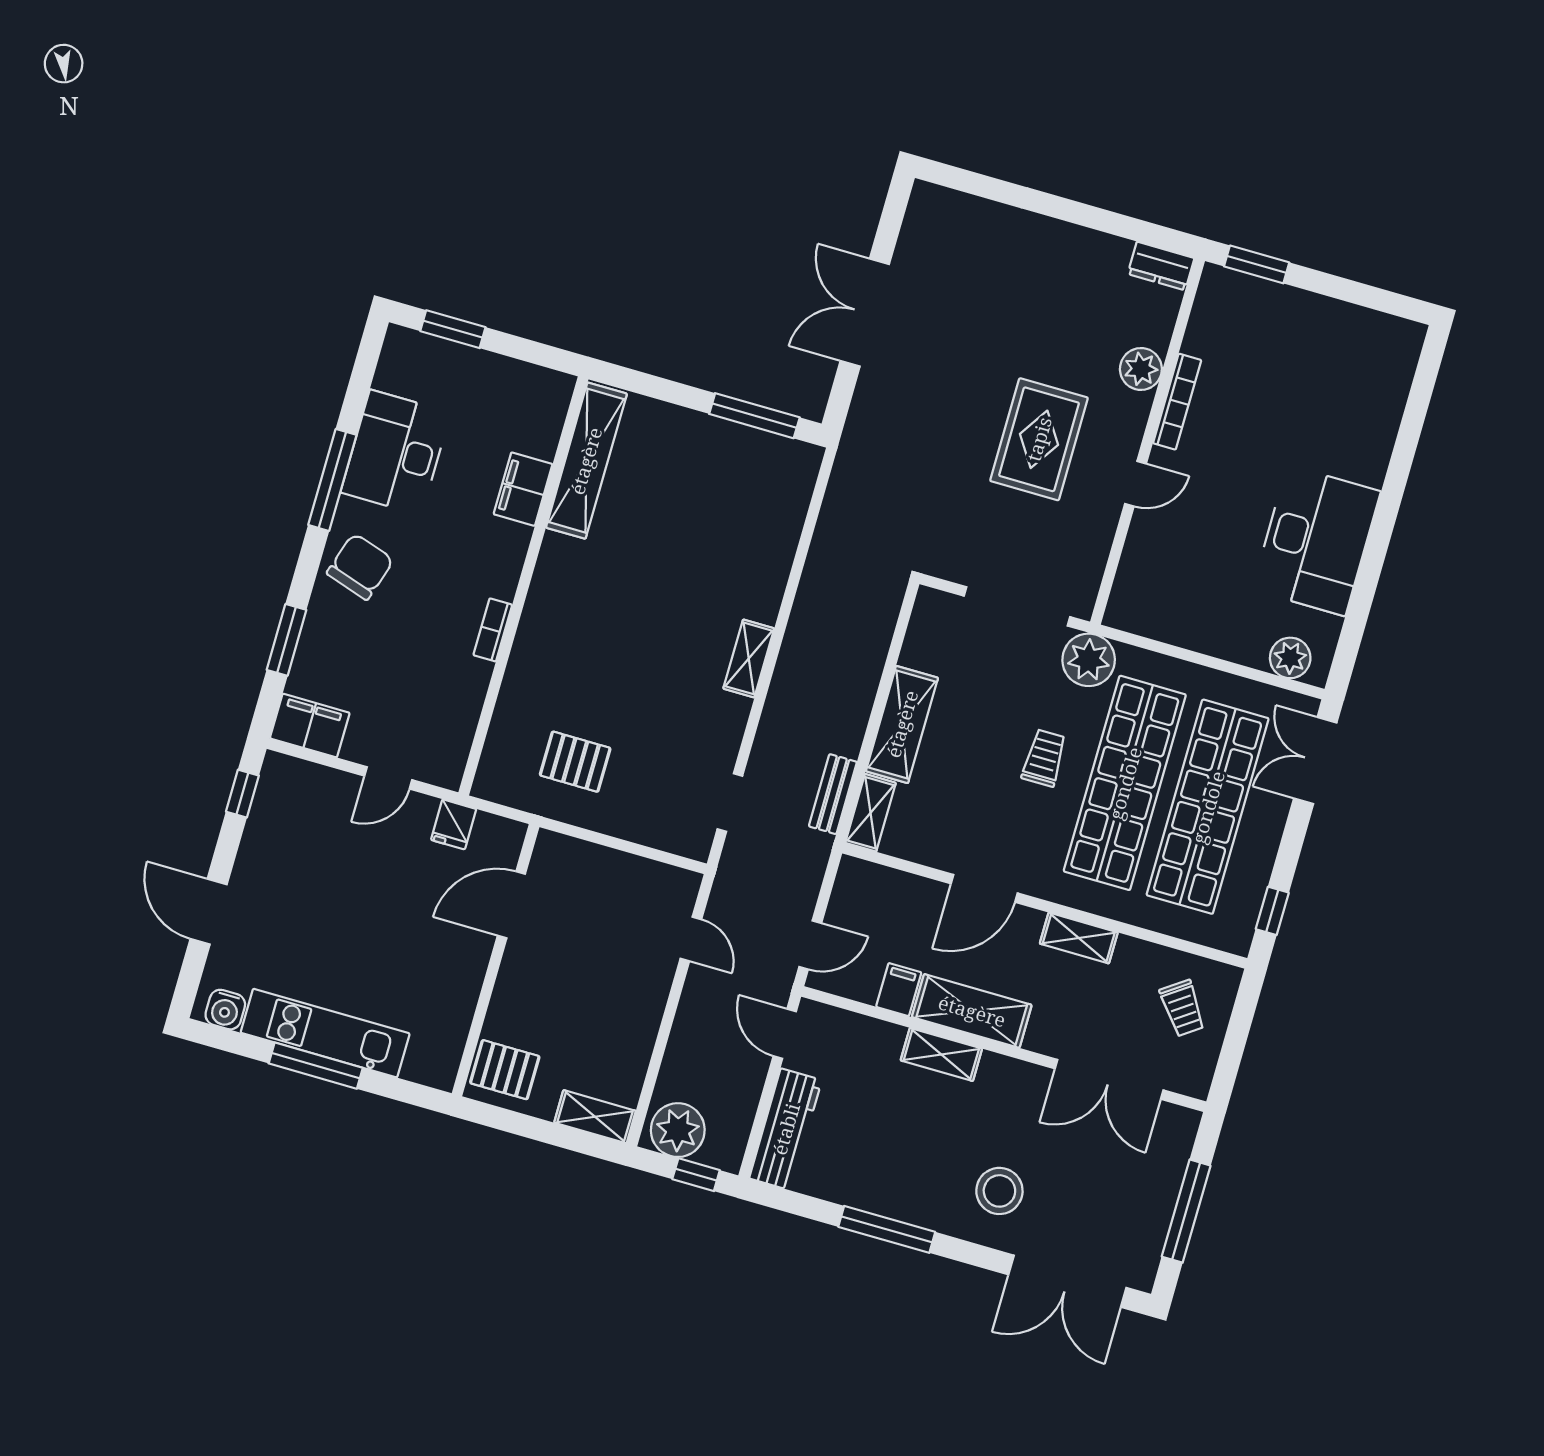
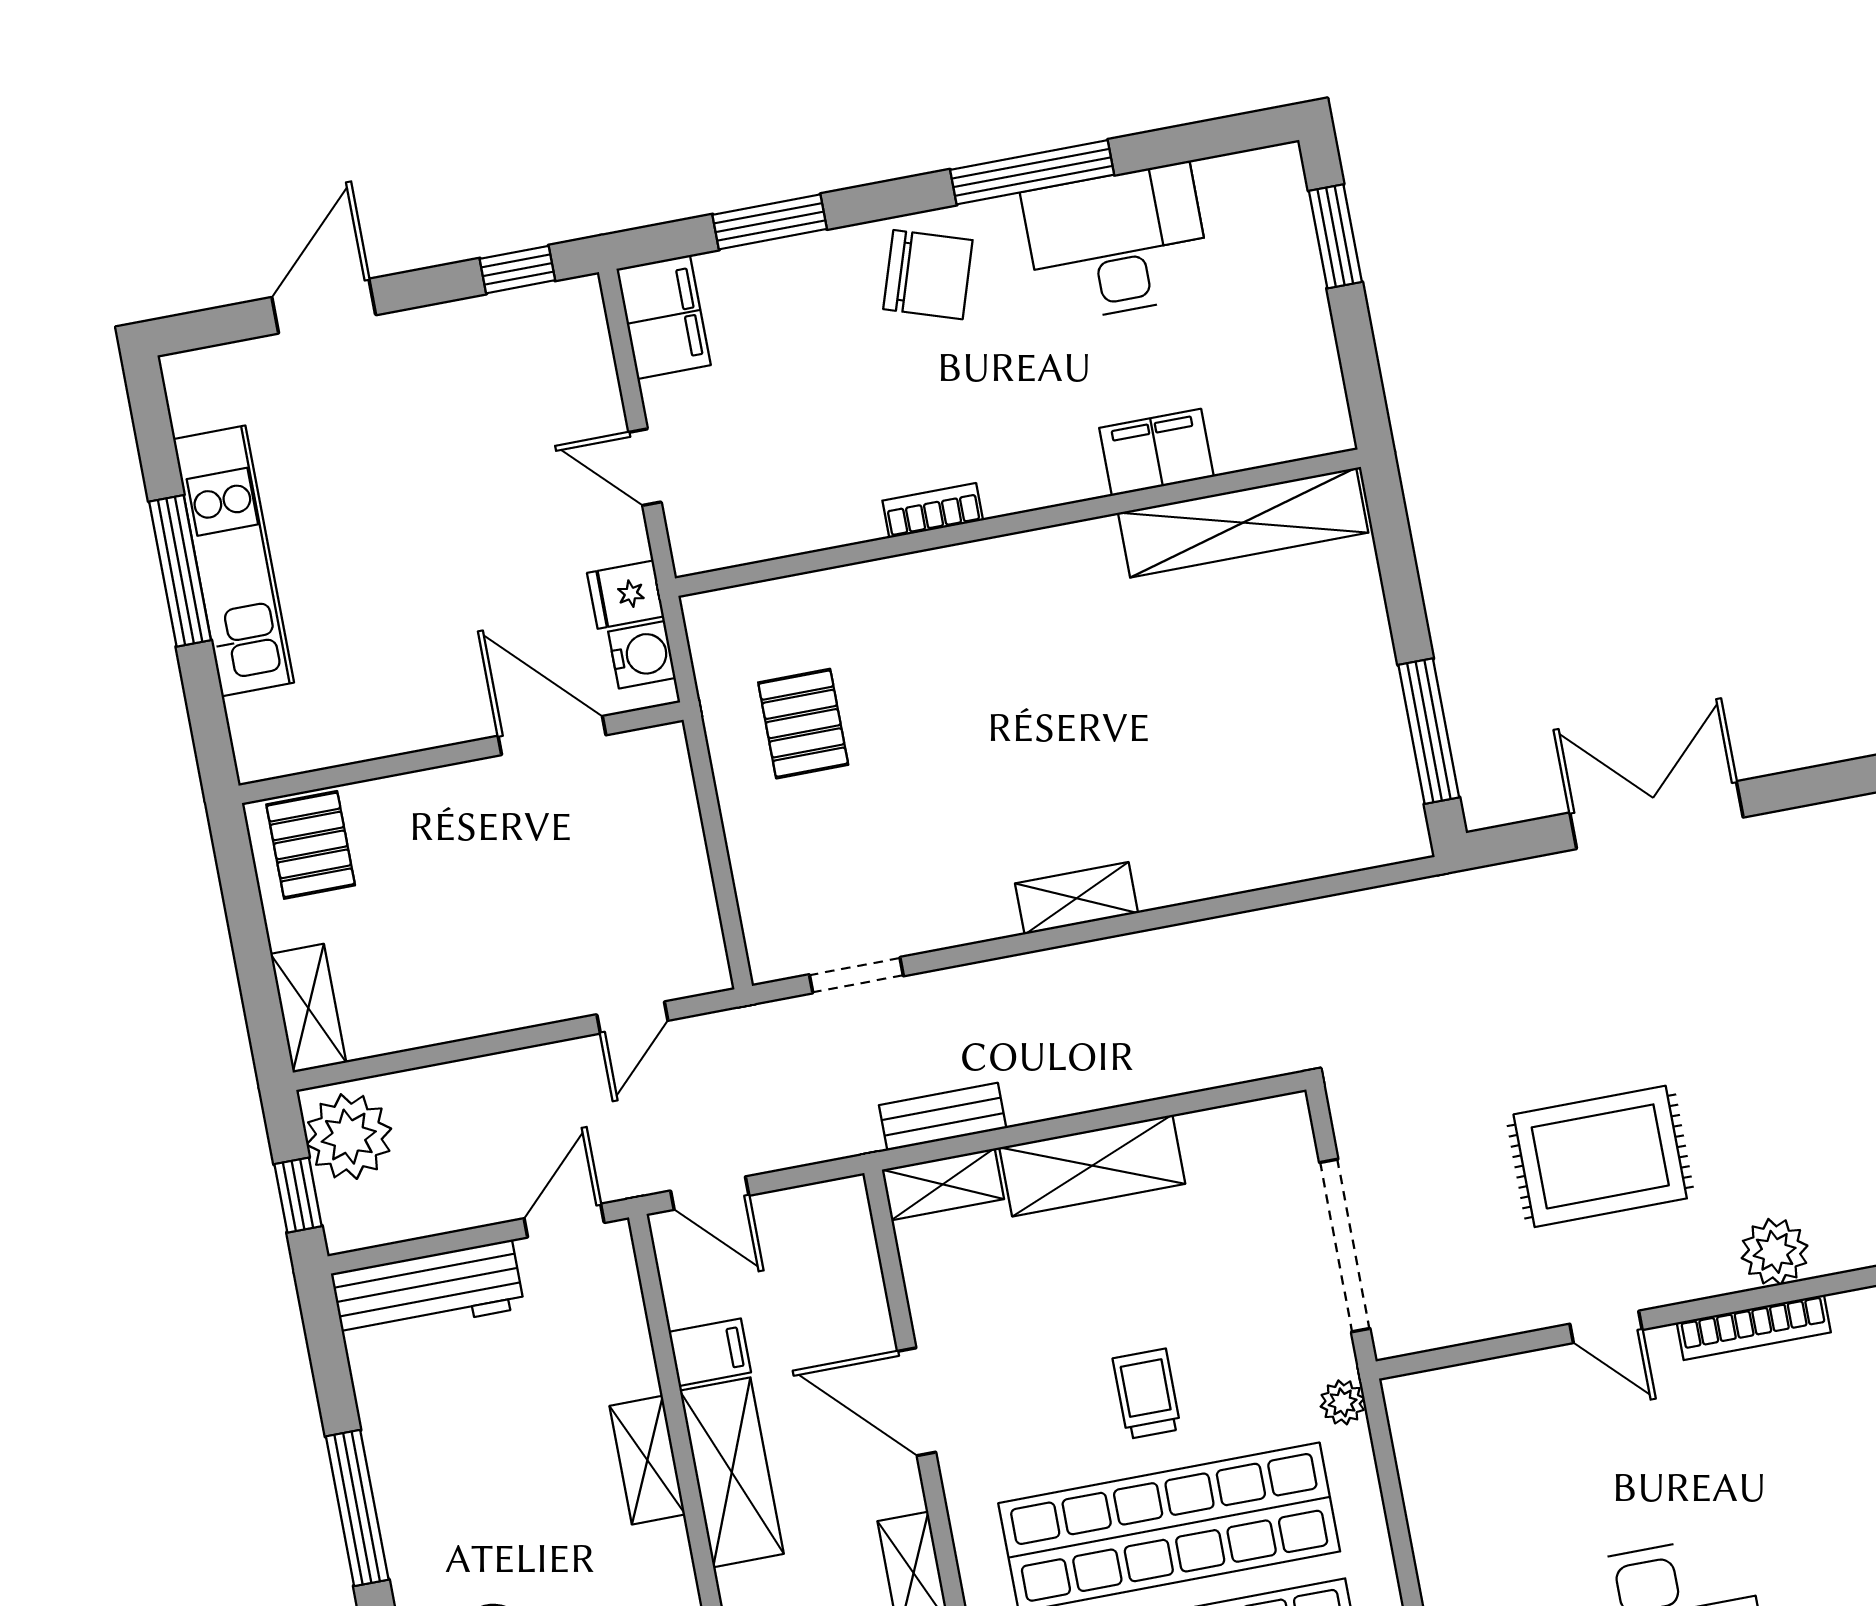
plant: (1089, 660) -> (1343, 1402), width x0.53, depth x0.53
trolley: (1044, 758) -> (1147, 1394), turned -90
water cooler: (225, 1010) -> (642, 655), moved, turned 180

